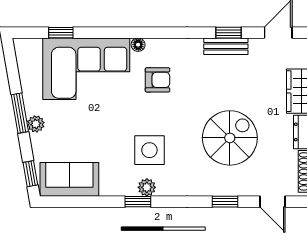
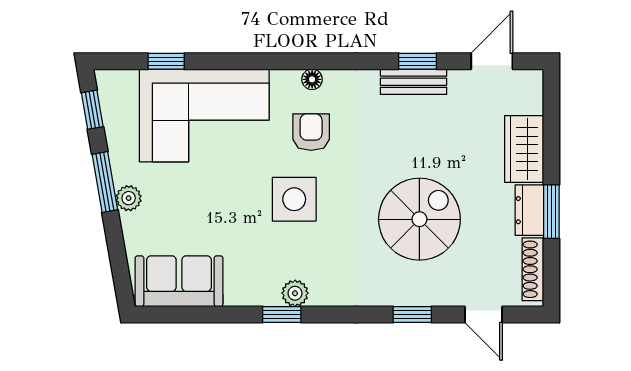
floor lamp: (138, 45) -> (312, 79), moved
armchair: (157, 80) -> (311, 132), turned -90
side table: (149, 150) -> (294, 199), moved
window: (30, 174) -> (92, 110), moved

